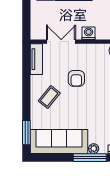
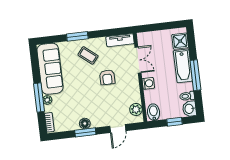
armchair: (76, 78) -> (107, 77), turned -90
window: (26, 133) -> (77, 36), moved

